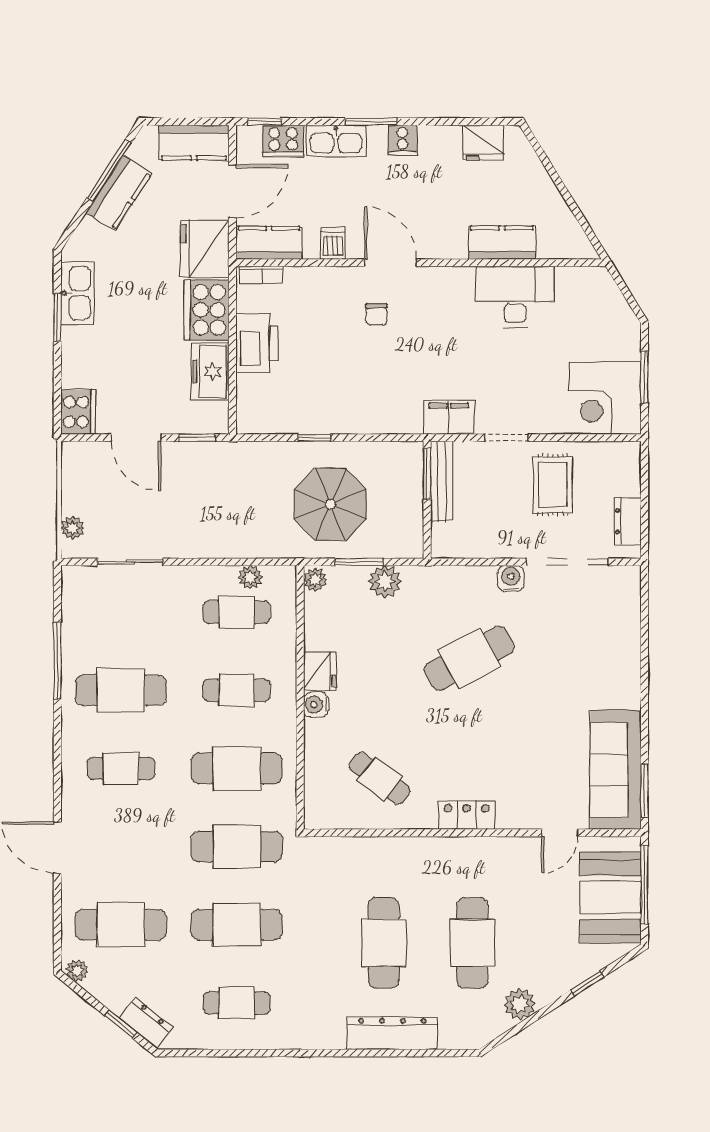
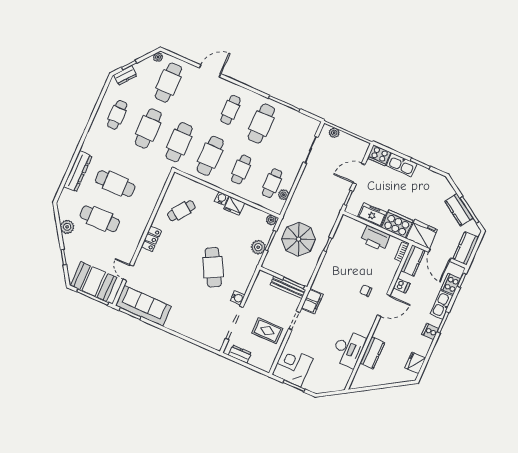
kitchen sink: (77, 293) -> (402, 165), moved

